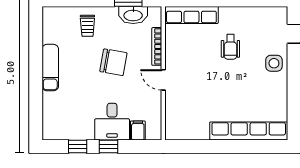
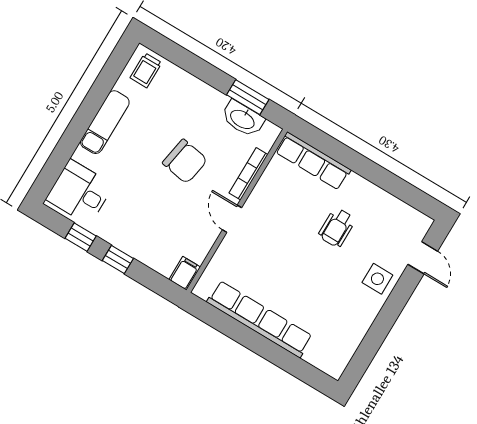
trolley: (87, 26) -> (146, 70), moved
desk: (112, 122) -> (80, 192), moved, turned 90
filing cabinet: (138, 130) -> (185, 273), moved
row of seats: (249, 131) -> (260, 319), moved

